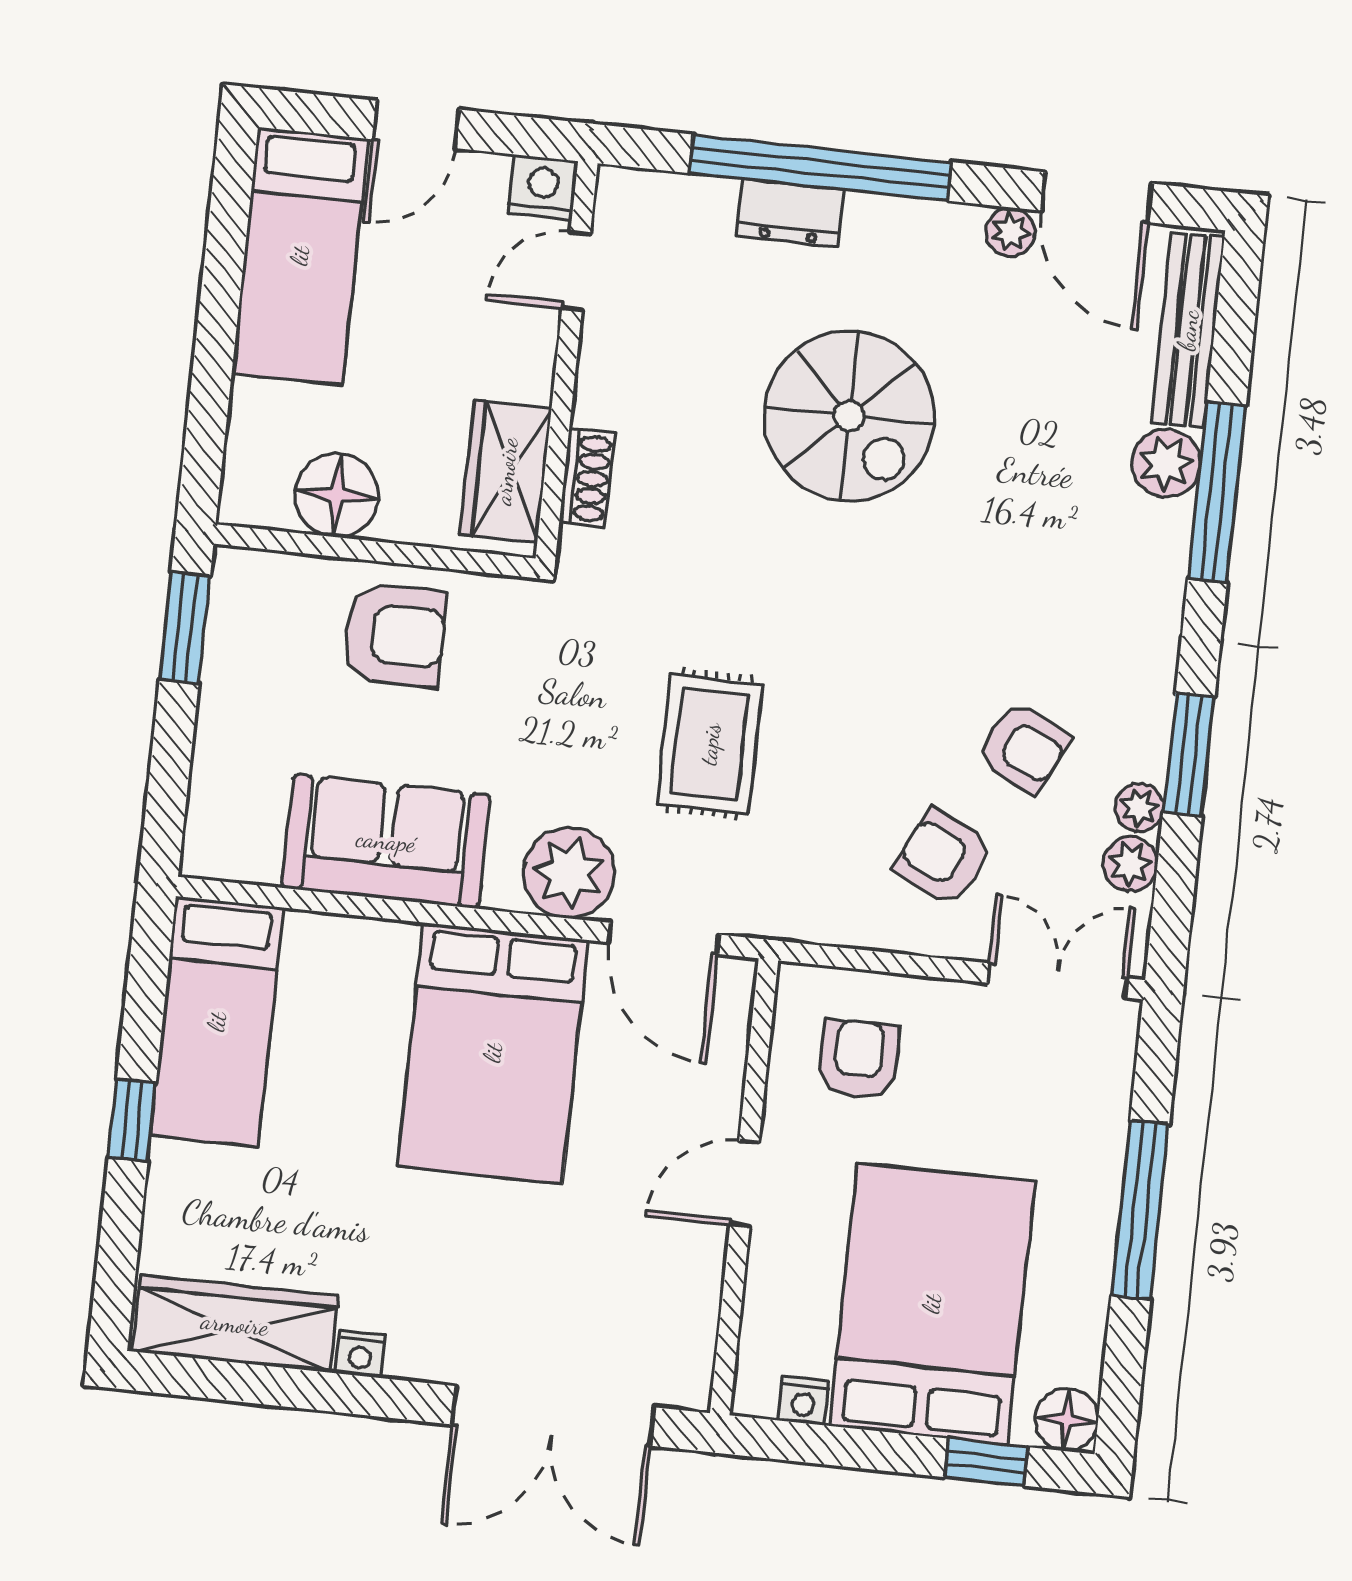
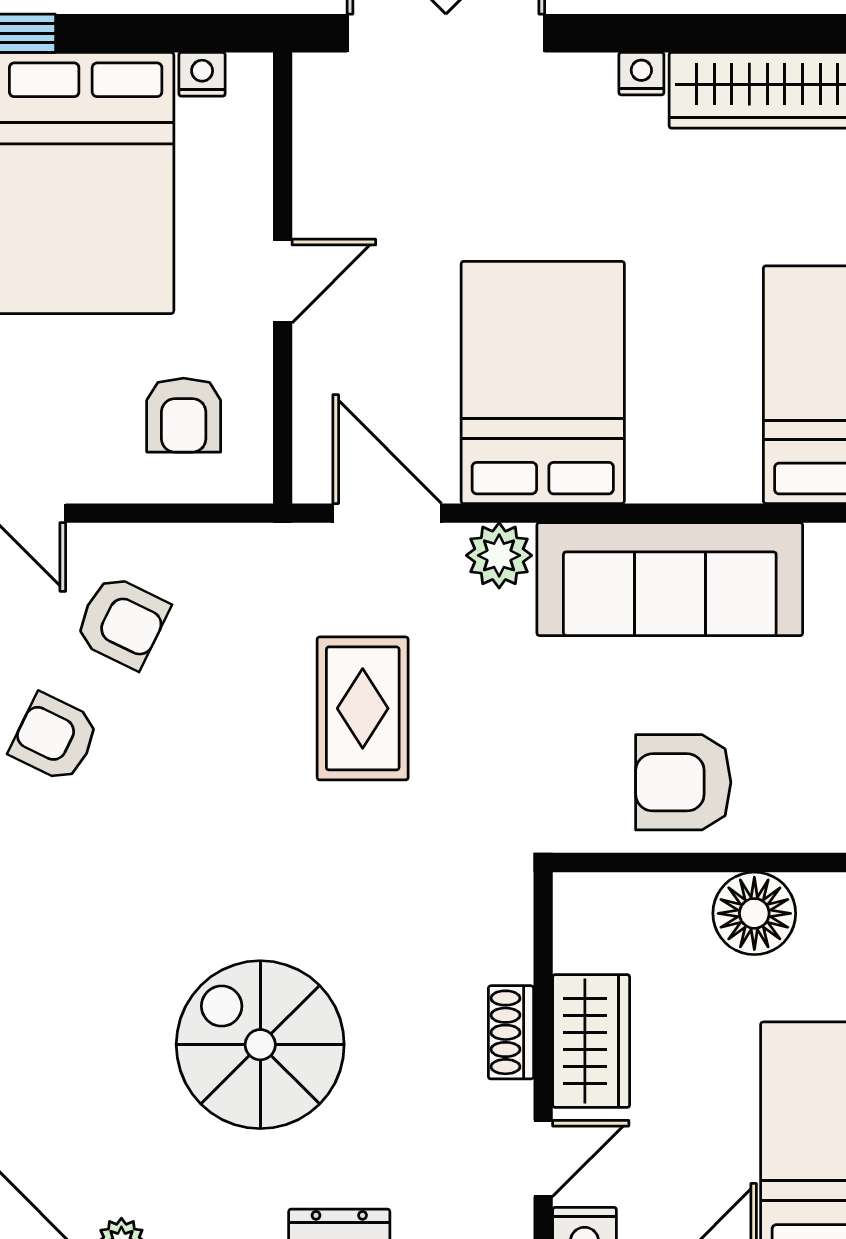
wardrobe: (506, 471) -> (591, 1041), moved
shoe rack: (587, 478) -> (511, 1032), moved
sofa: (386, 841) -> (670, 579), width x1.36
plant: (569, 873) -> (499, 555), width x0.73, depth x0.73

